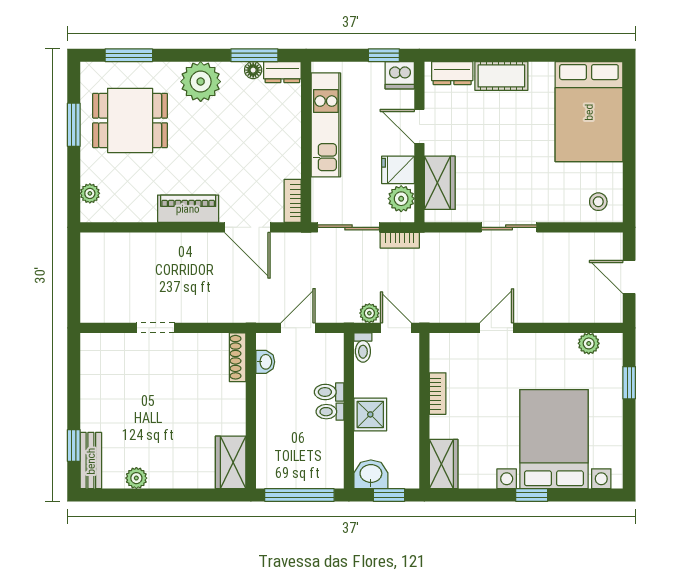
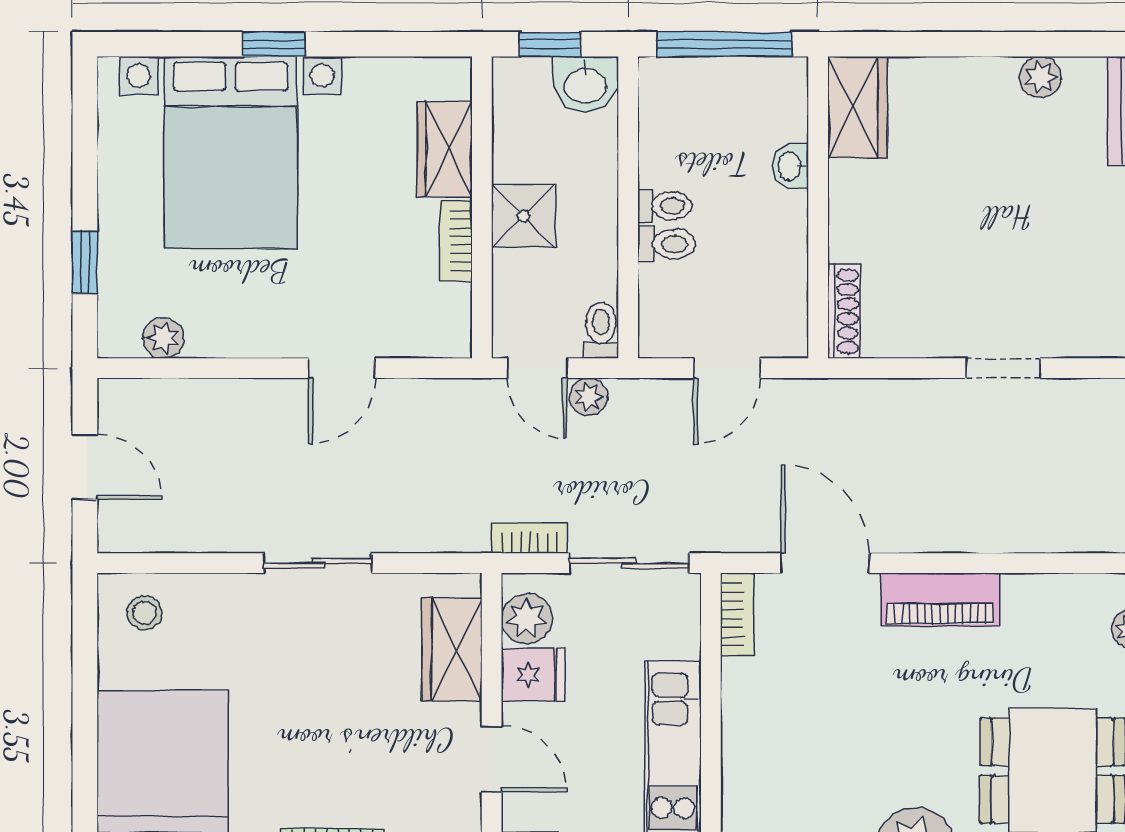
washbasin: (265, 362) -> (790, 166), moved
shower: (370, 414) -> (523, 216), moved
wardrobe: (444, 464) -> (445, 149), moved

